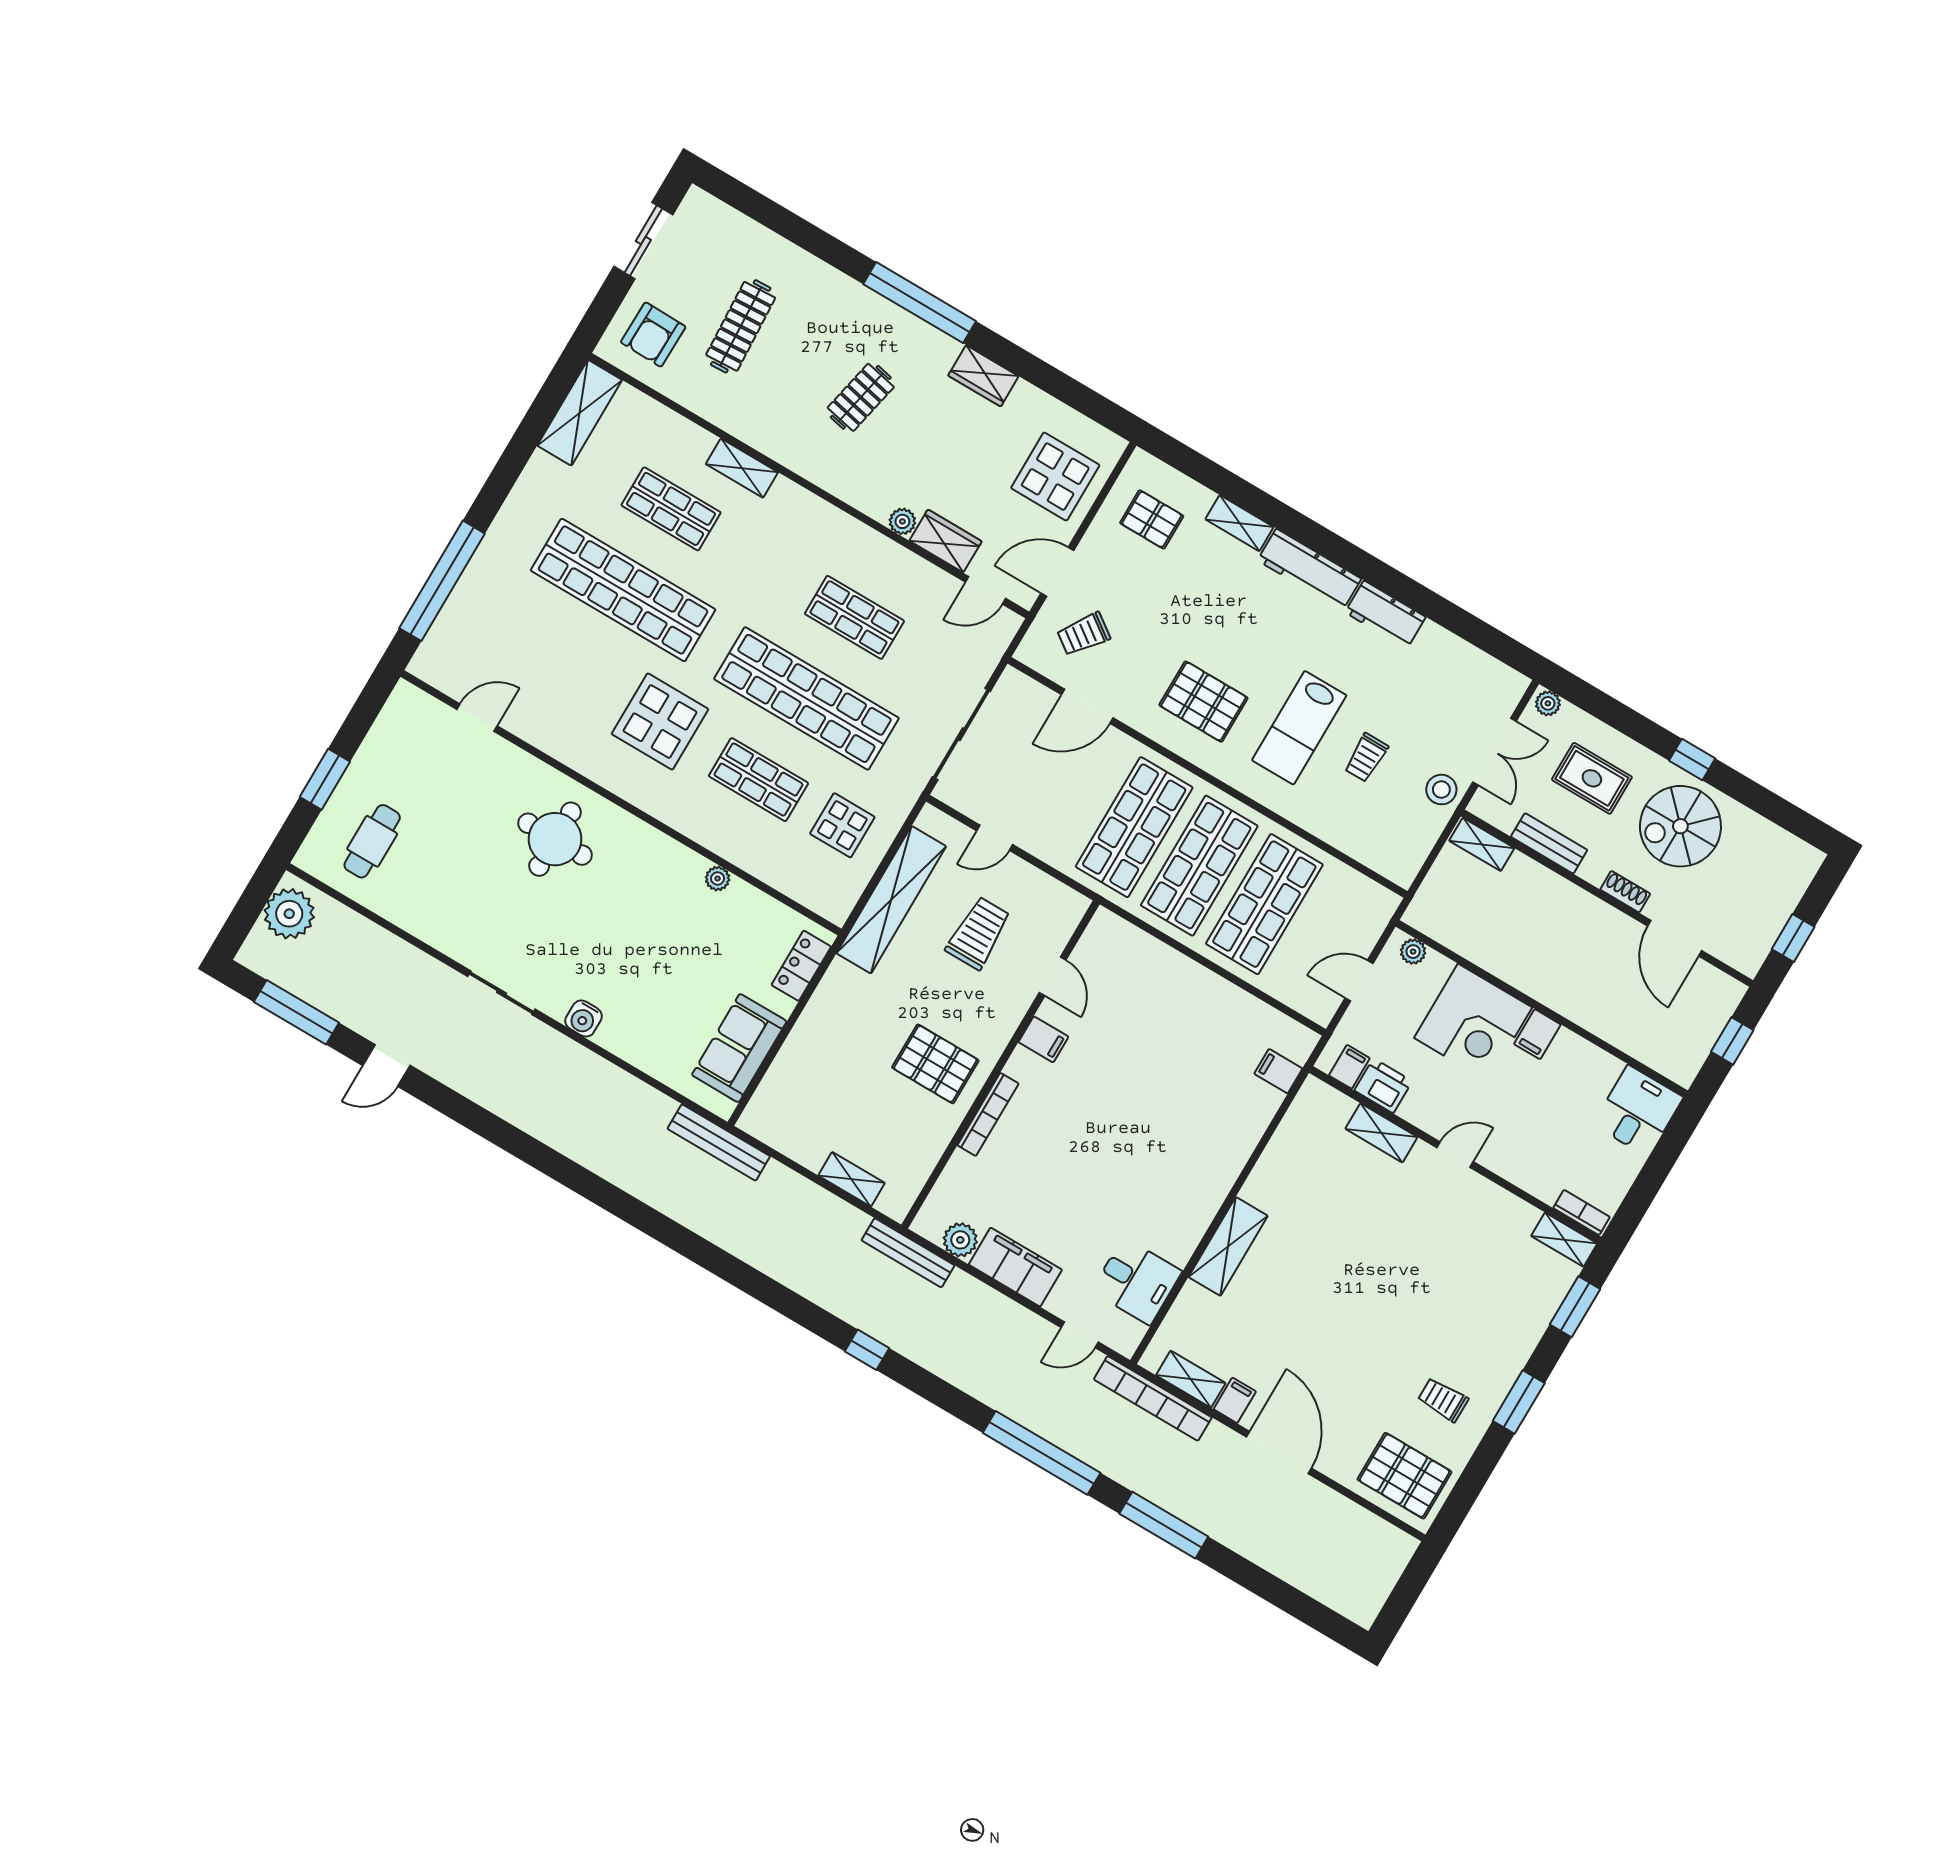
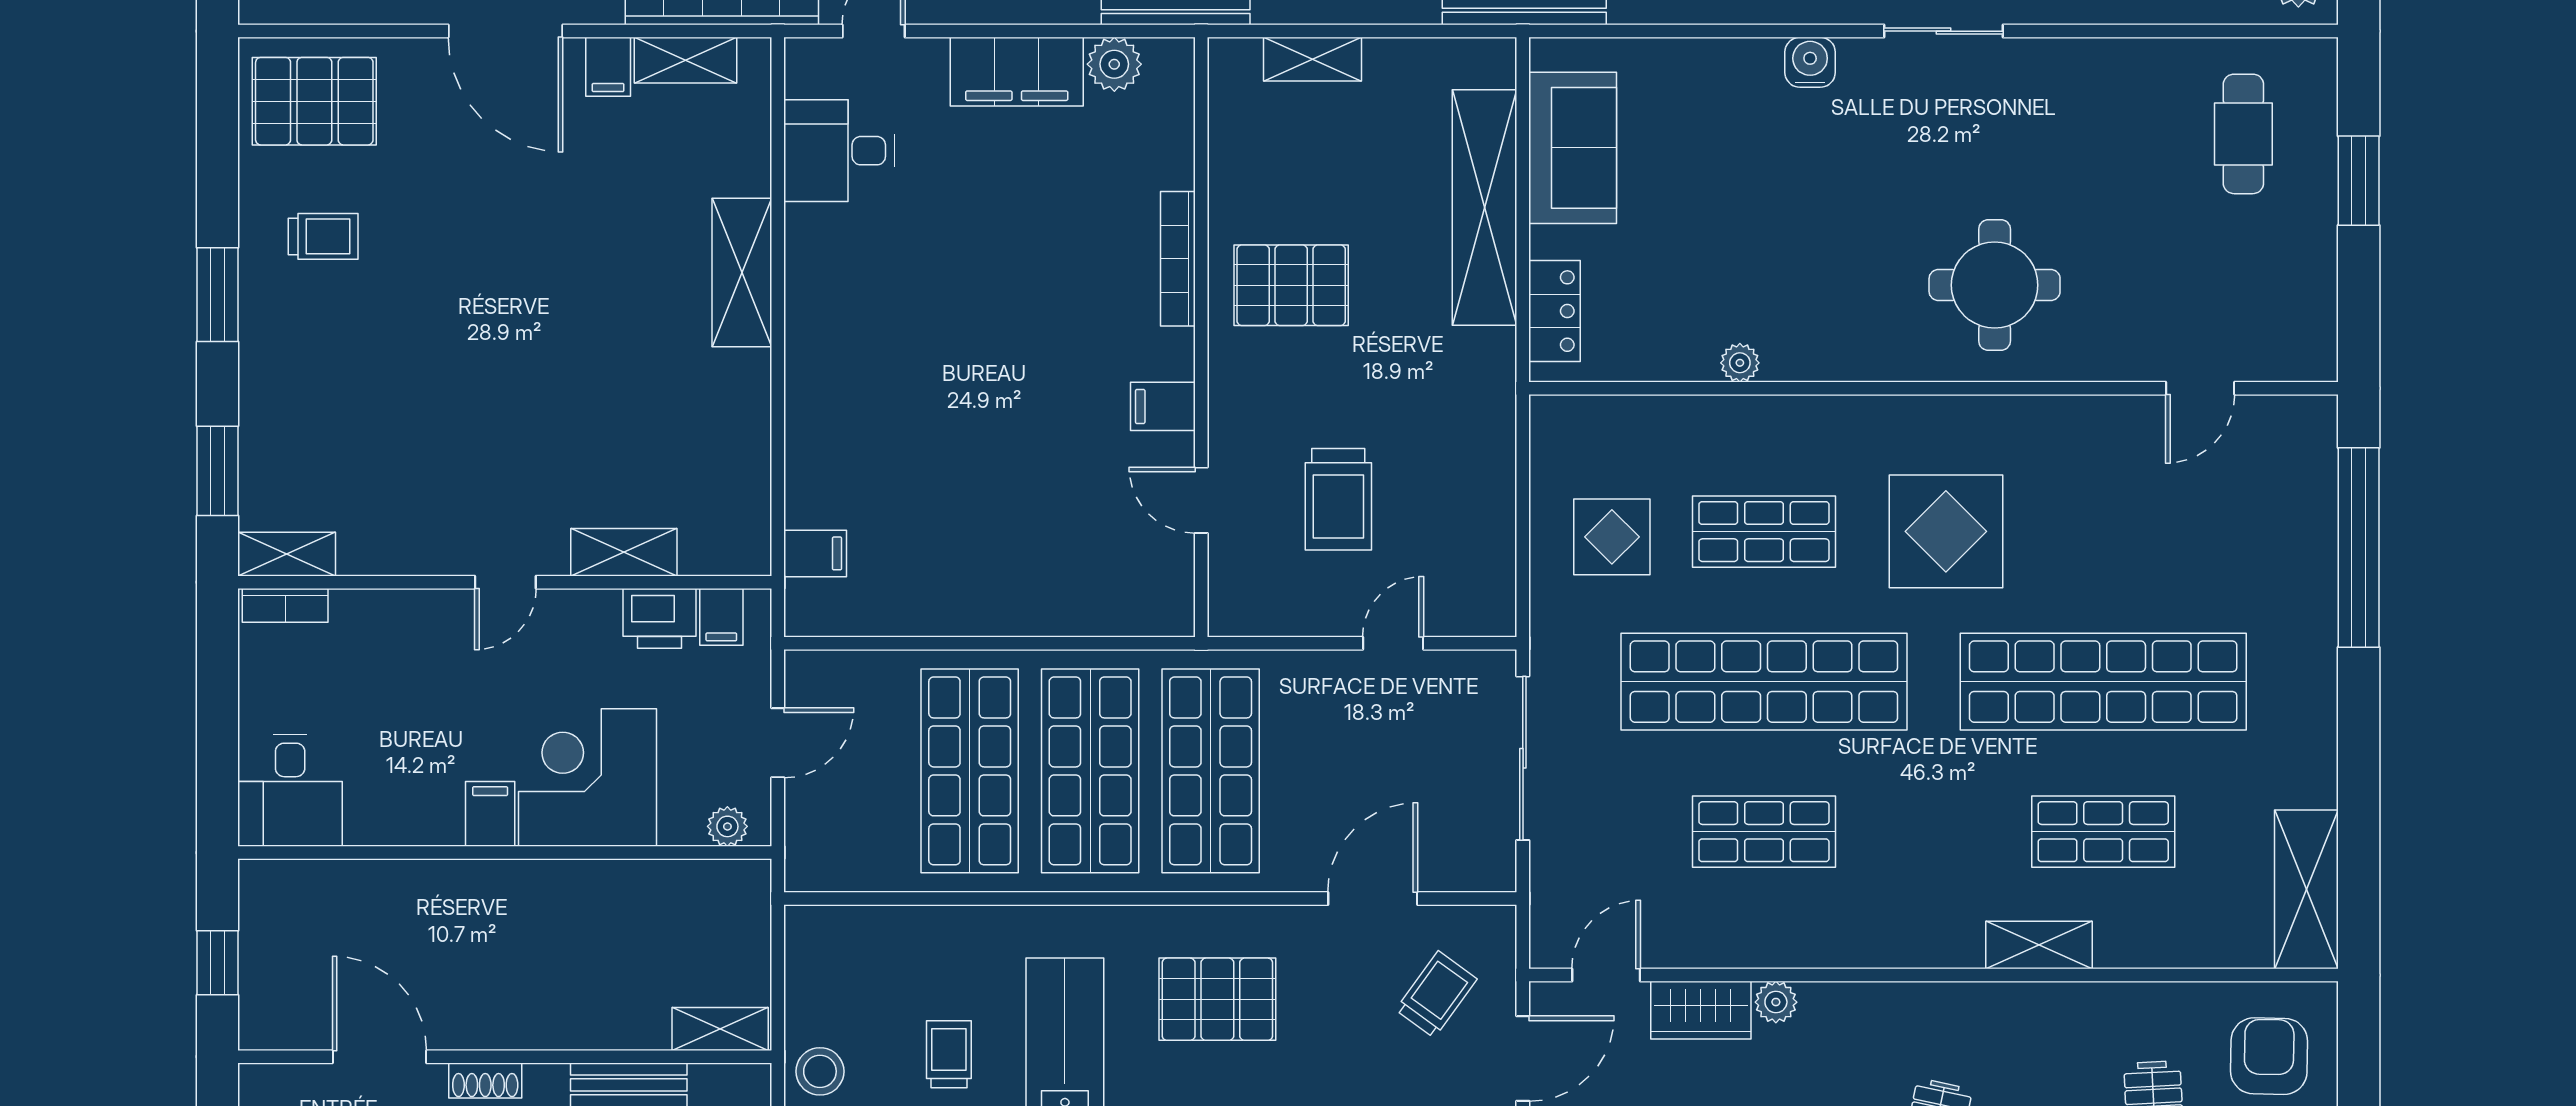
shelving: (891, 900) -> (1485, 208), moved

